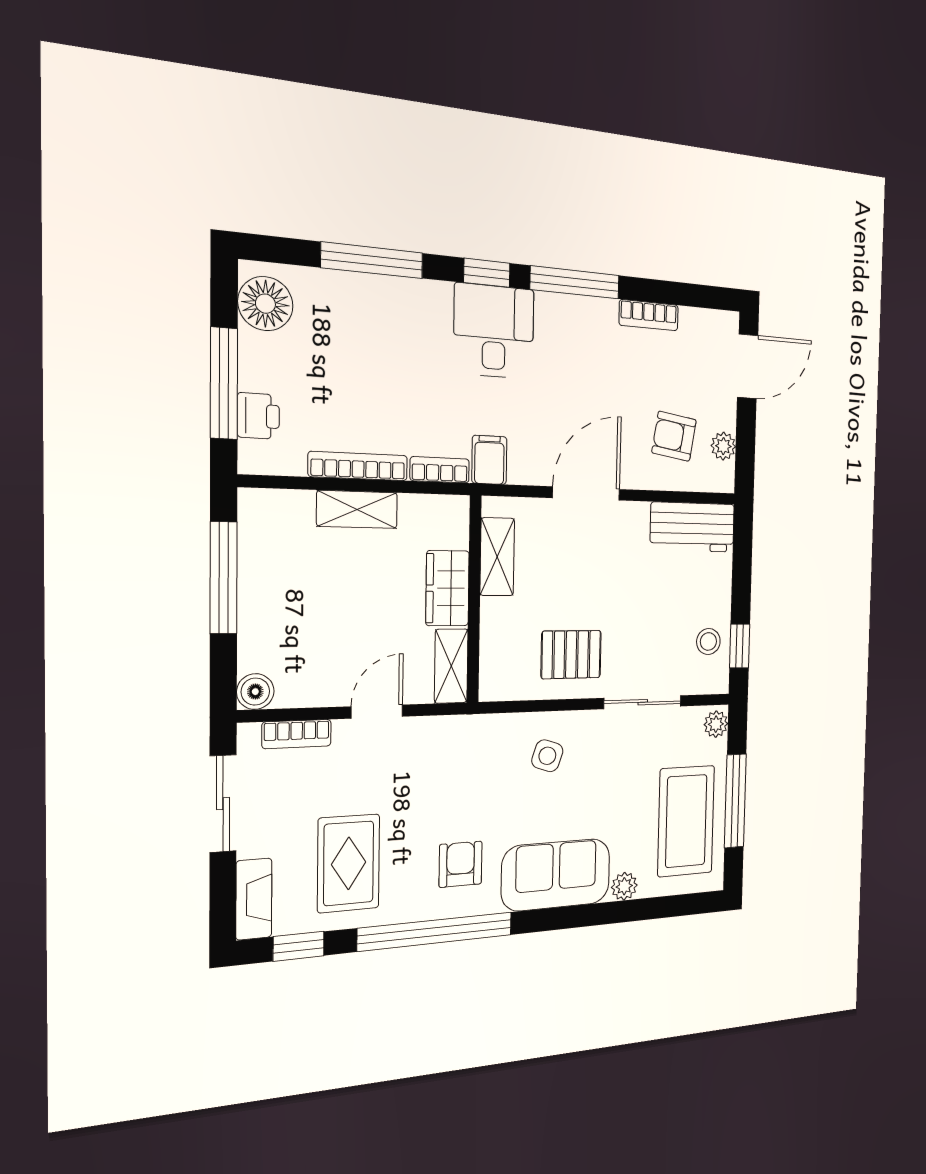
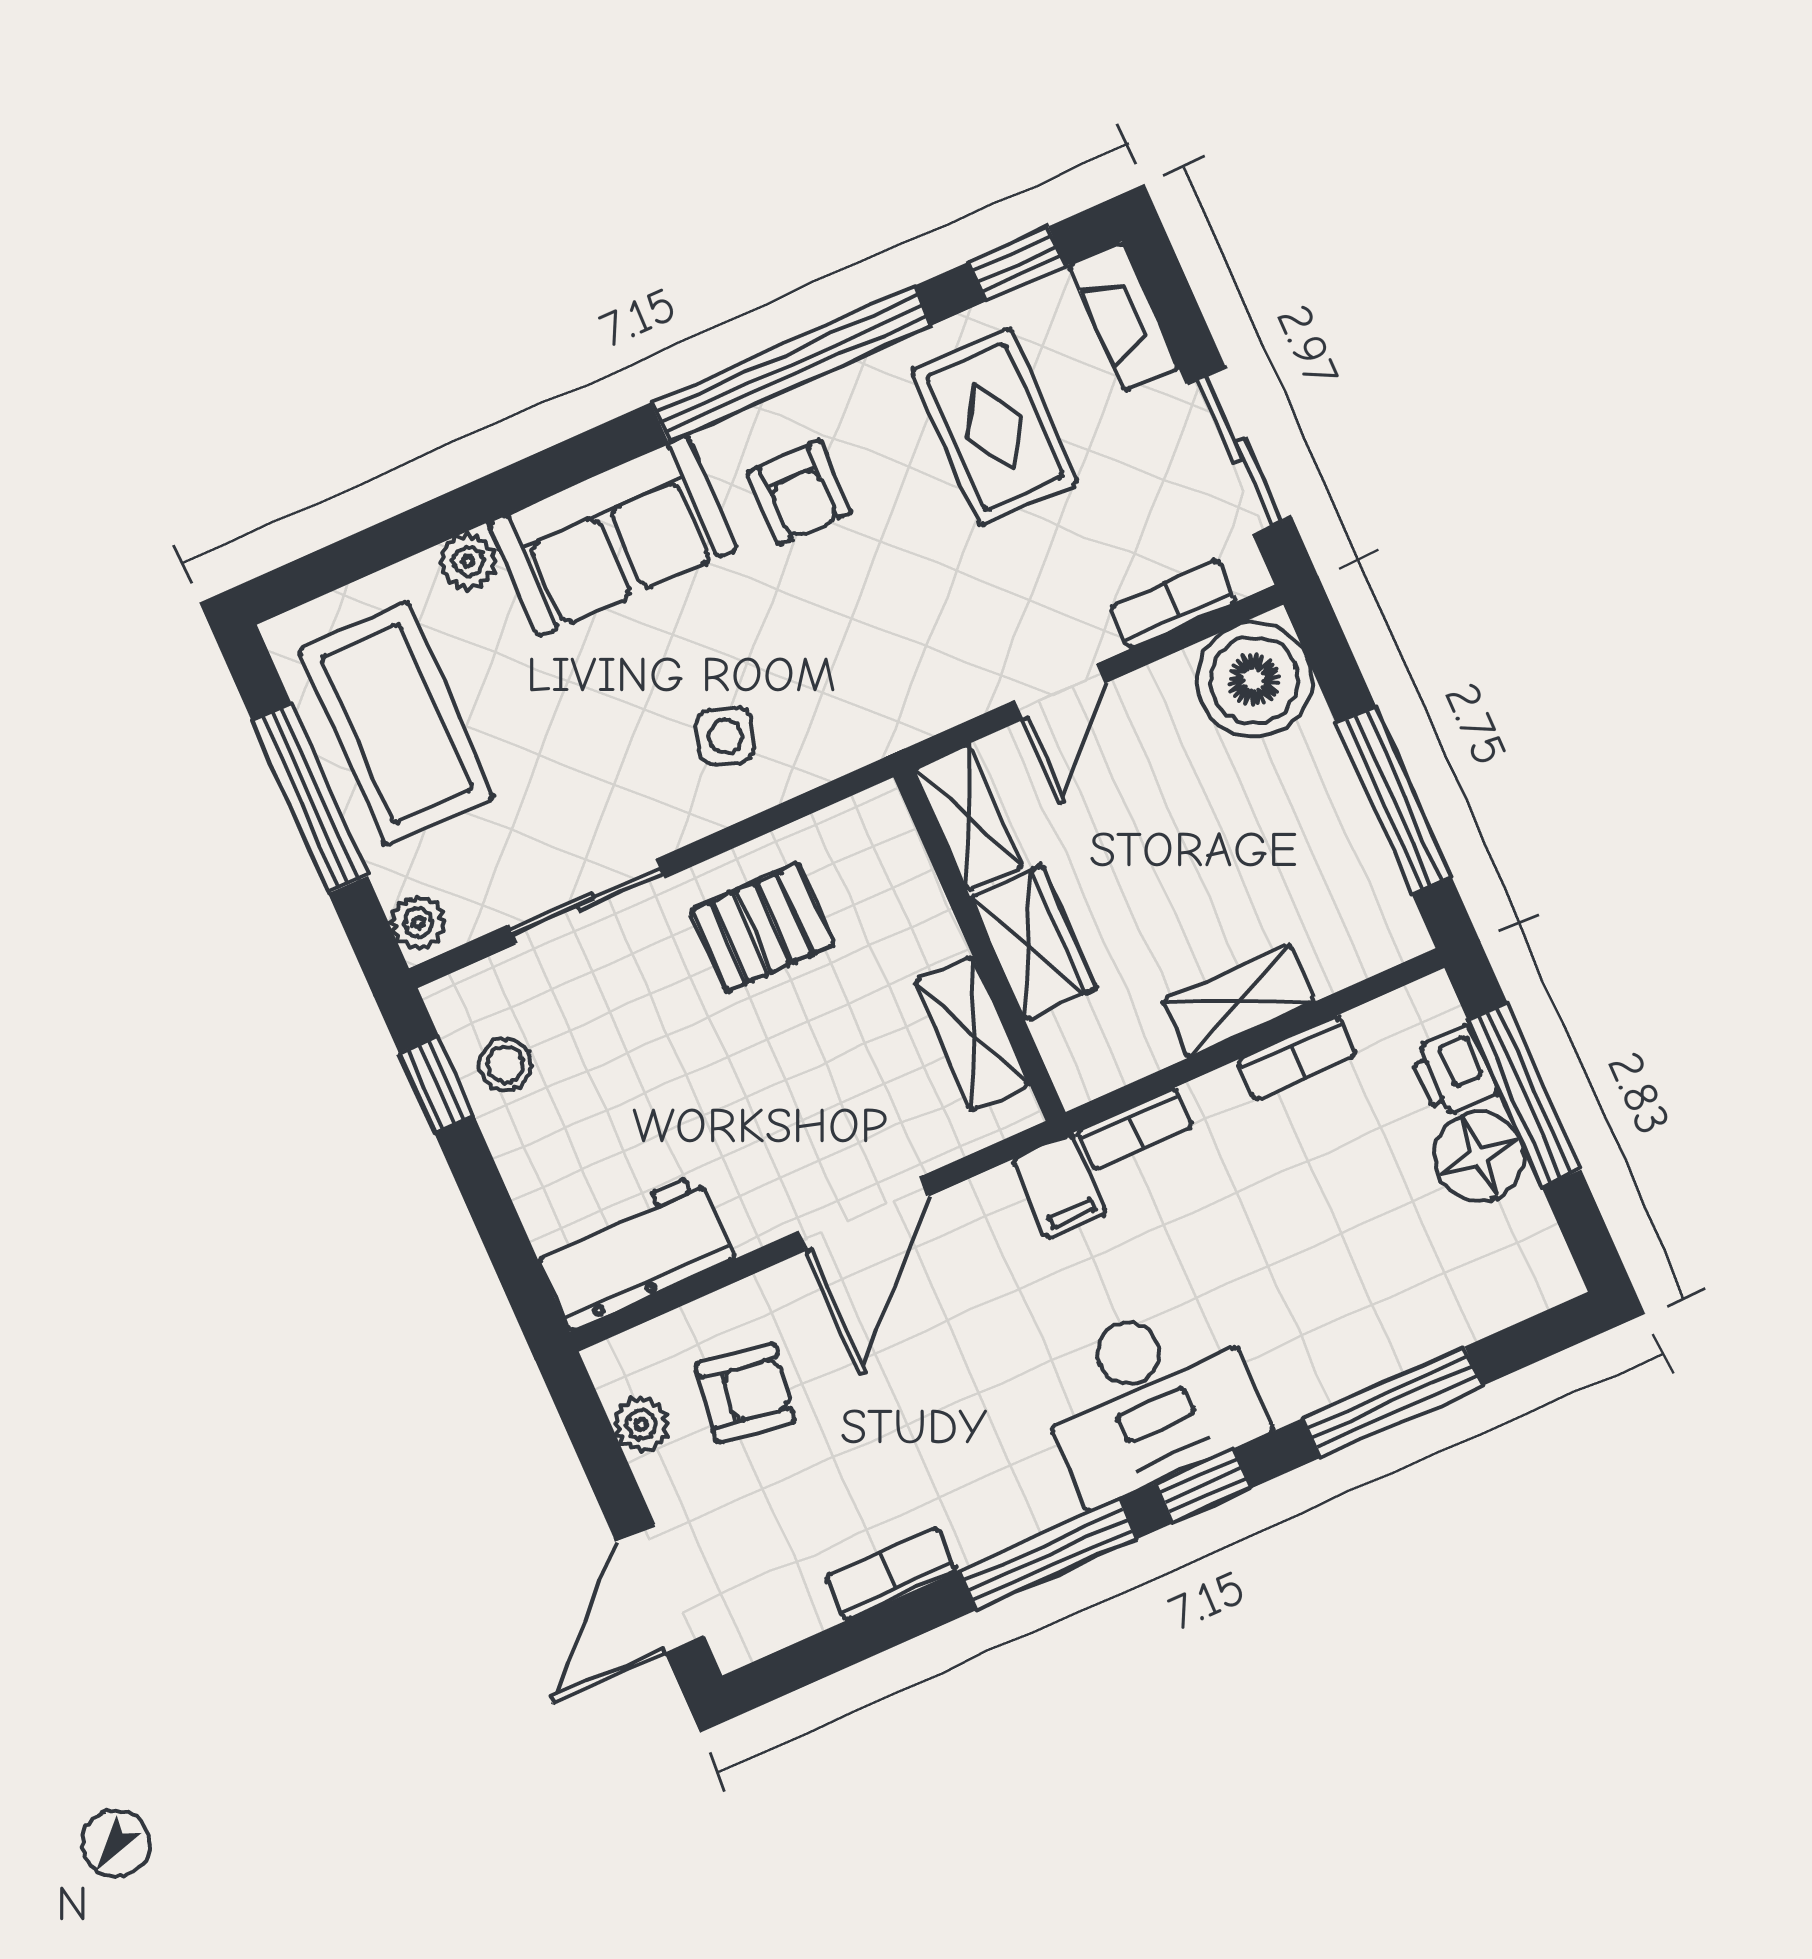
floor lamp: (265, 304) -> (1479, 1156), moved
desk: (494, 331) -> (1148, 1399), width x1.37
bookcase: (358, 466) -> (1297, 1058), width x0.64
boiler: (255, 692) -> (1254, 680), width x1.86, depth x1.86

